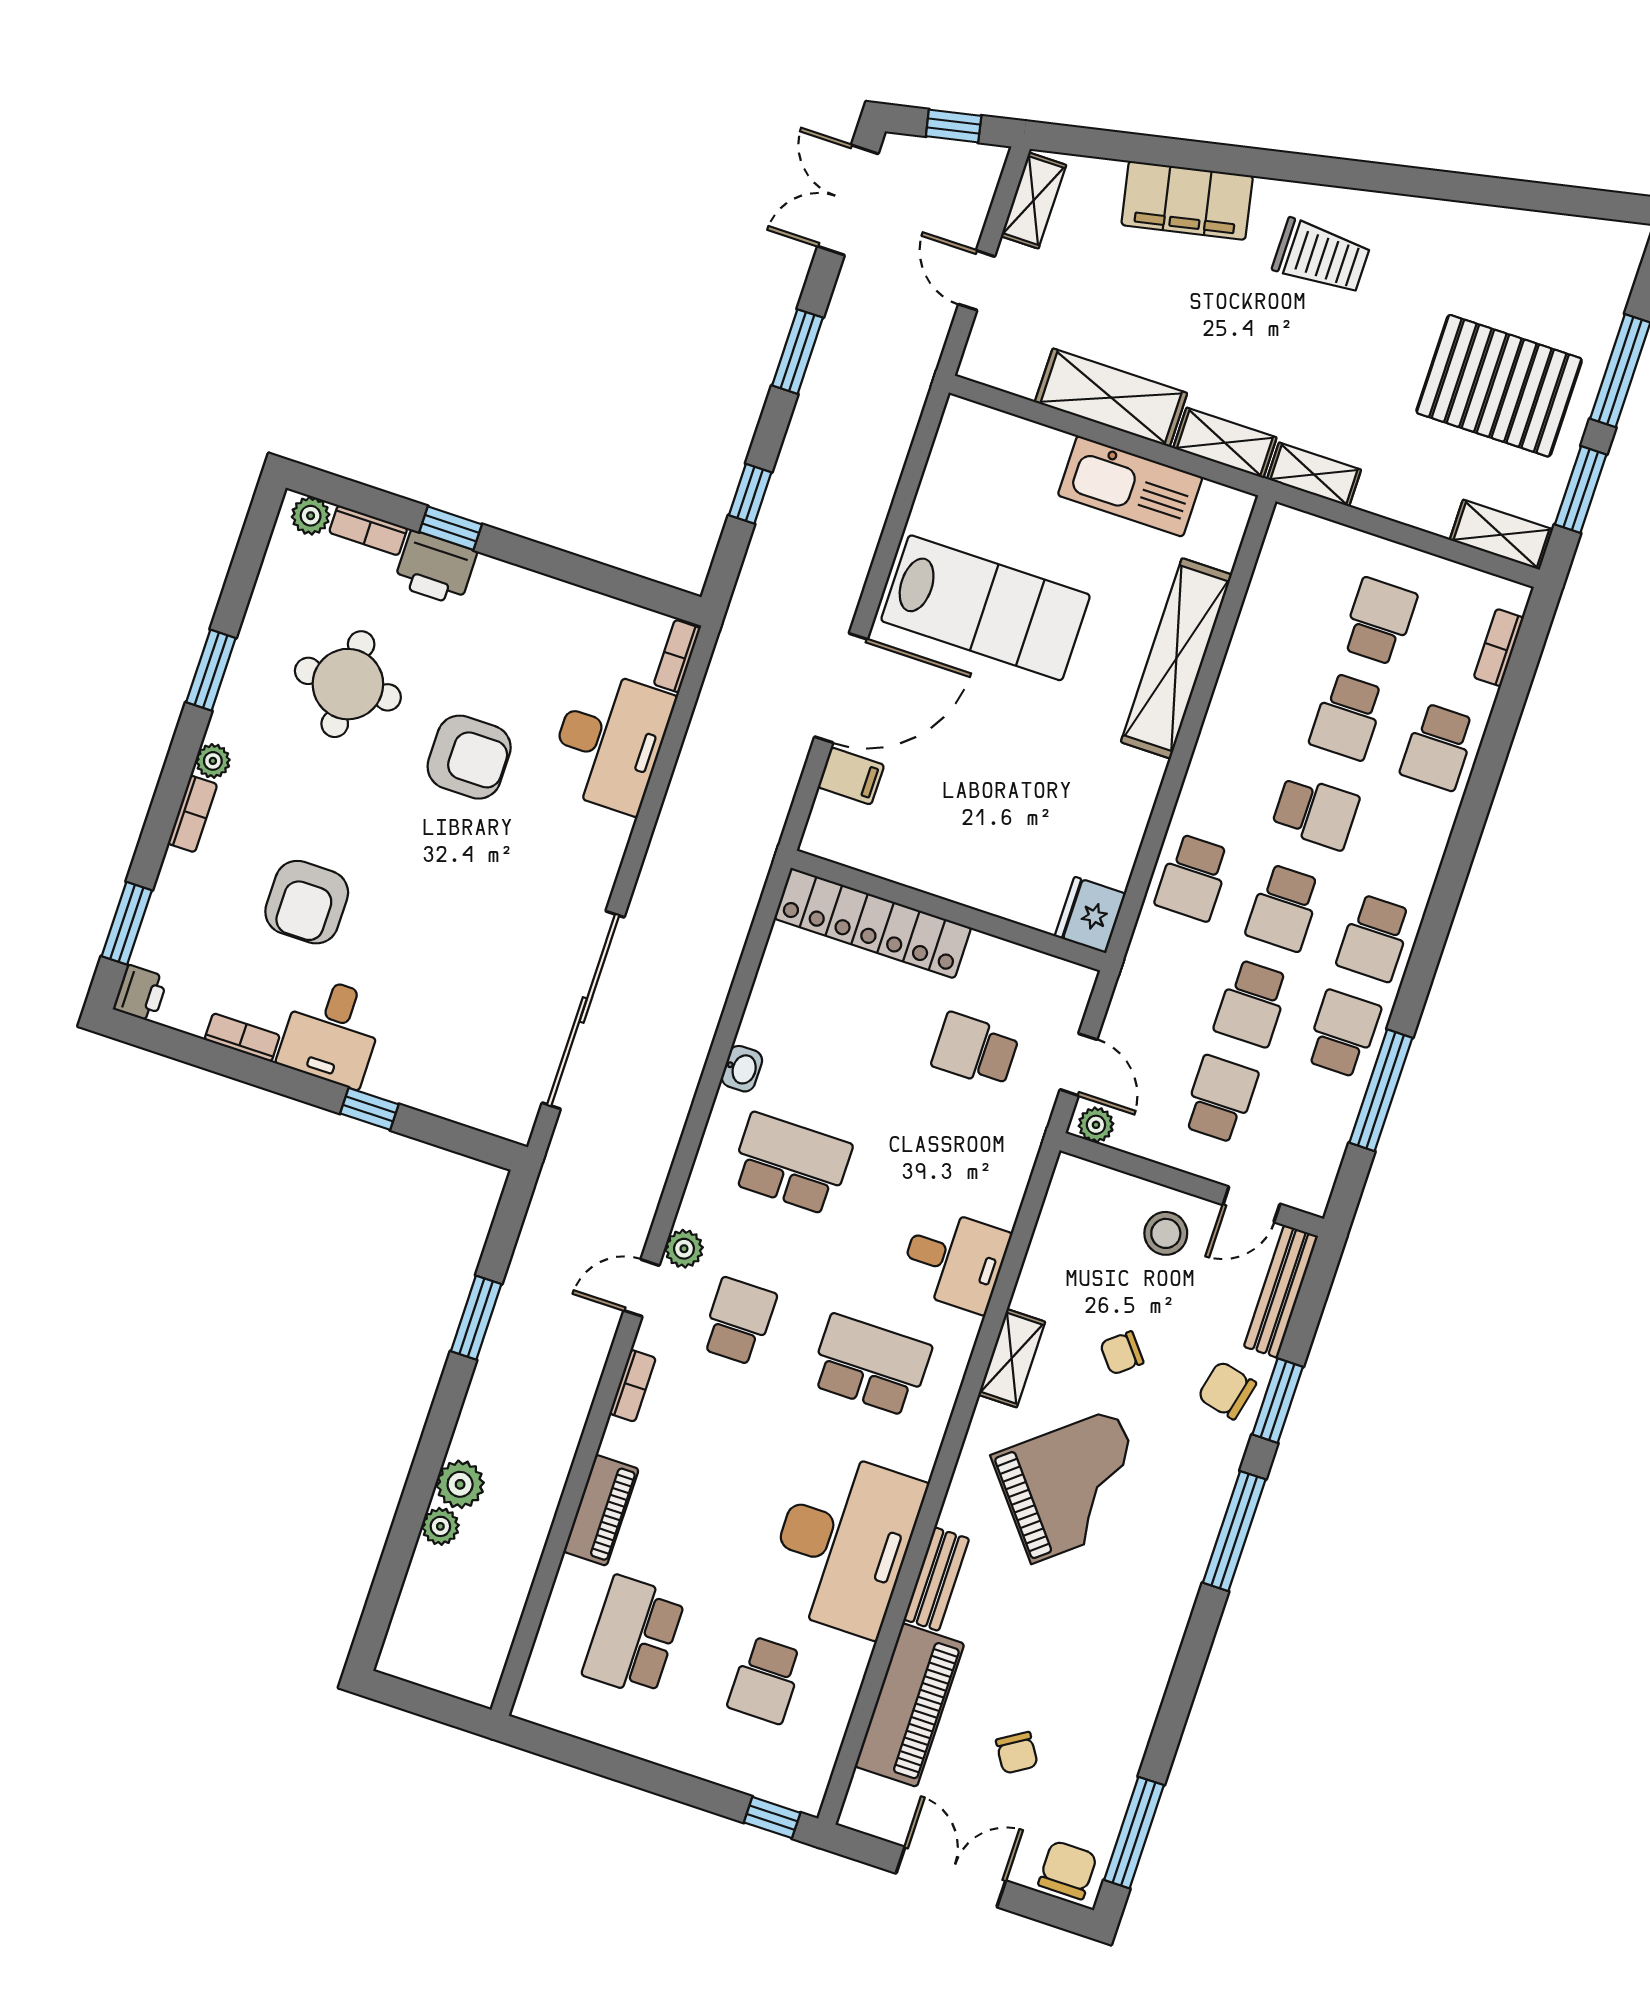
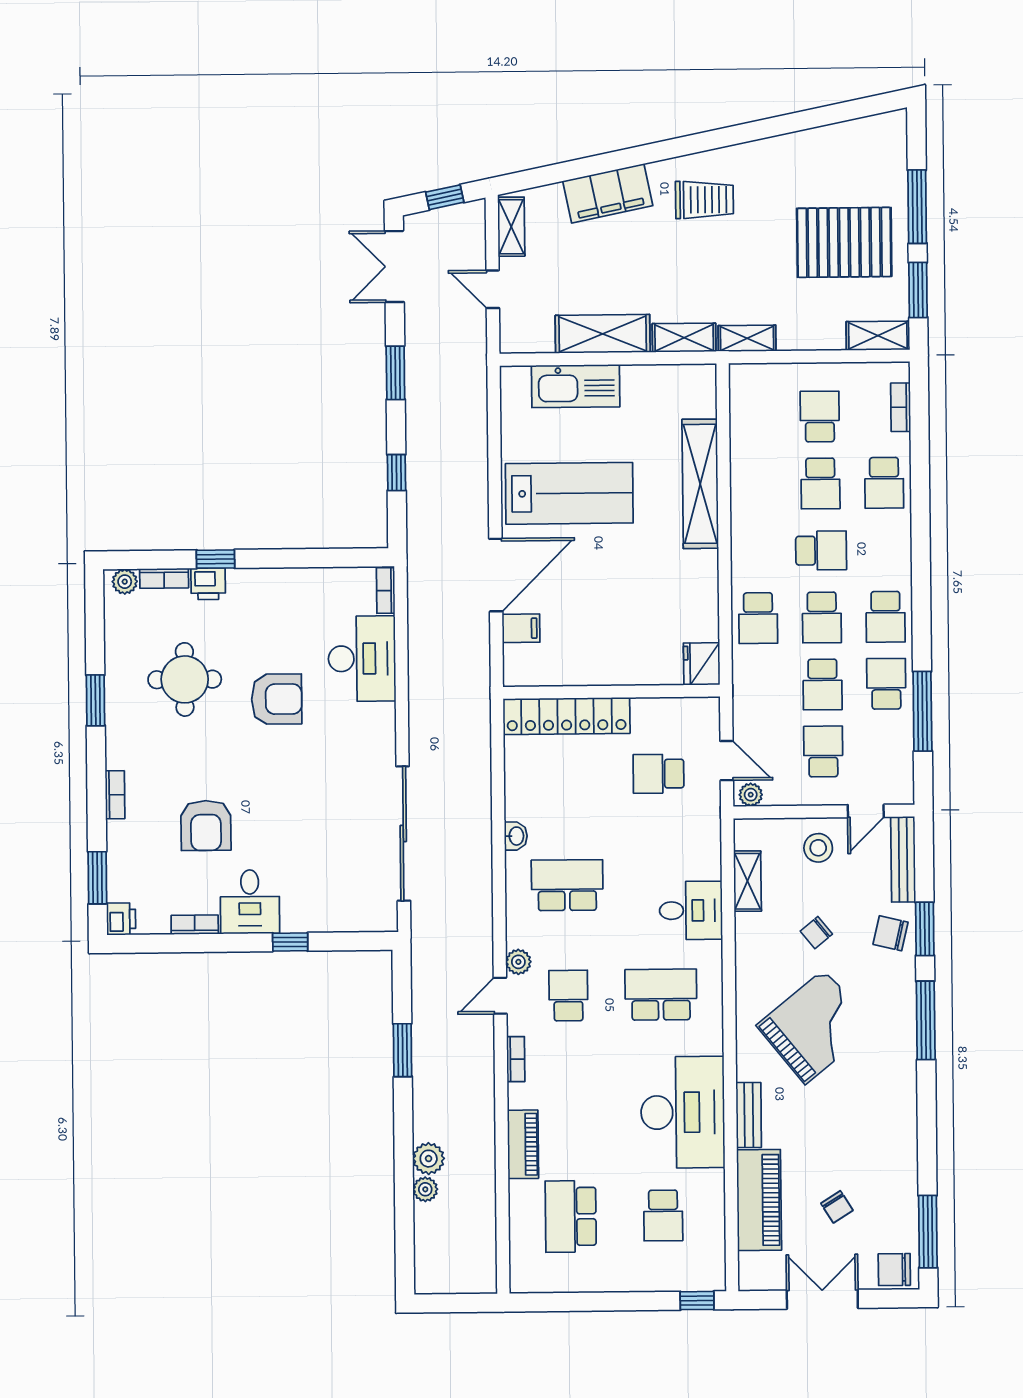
kitchen sink: (1130, 486) -> (576, 386), moved
printer: (435, 568) -> (208, 584), width x0.73, depth x0.81
plant: (213, 761) -> (116, 757), removed
shelving: (1012, 1358) -> (747, 881), moved
chair: (1068, 1870) -> (894, 1270), turned -90

